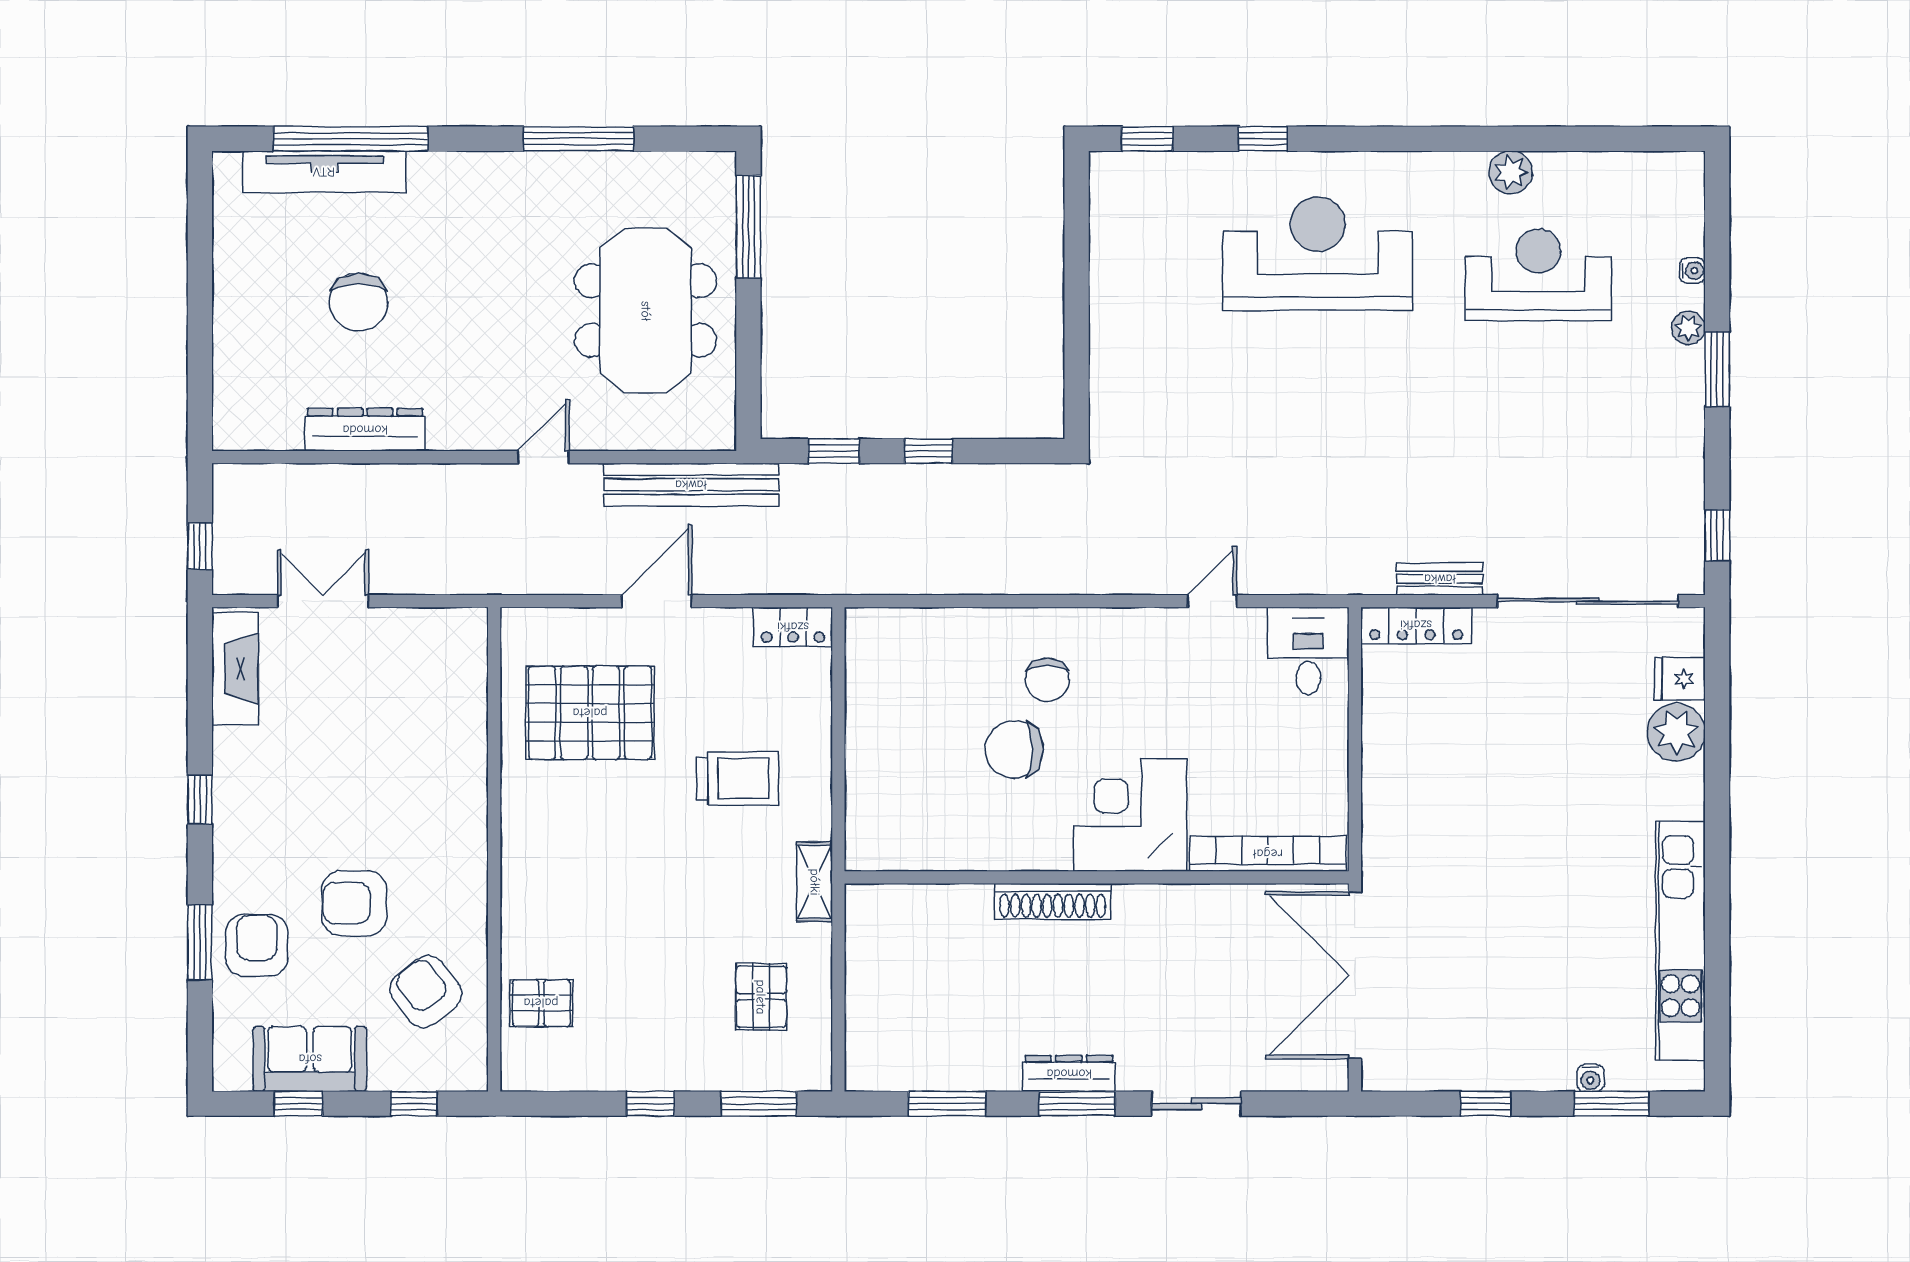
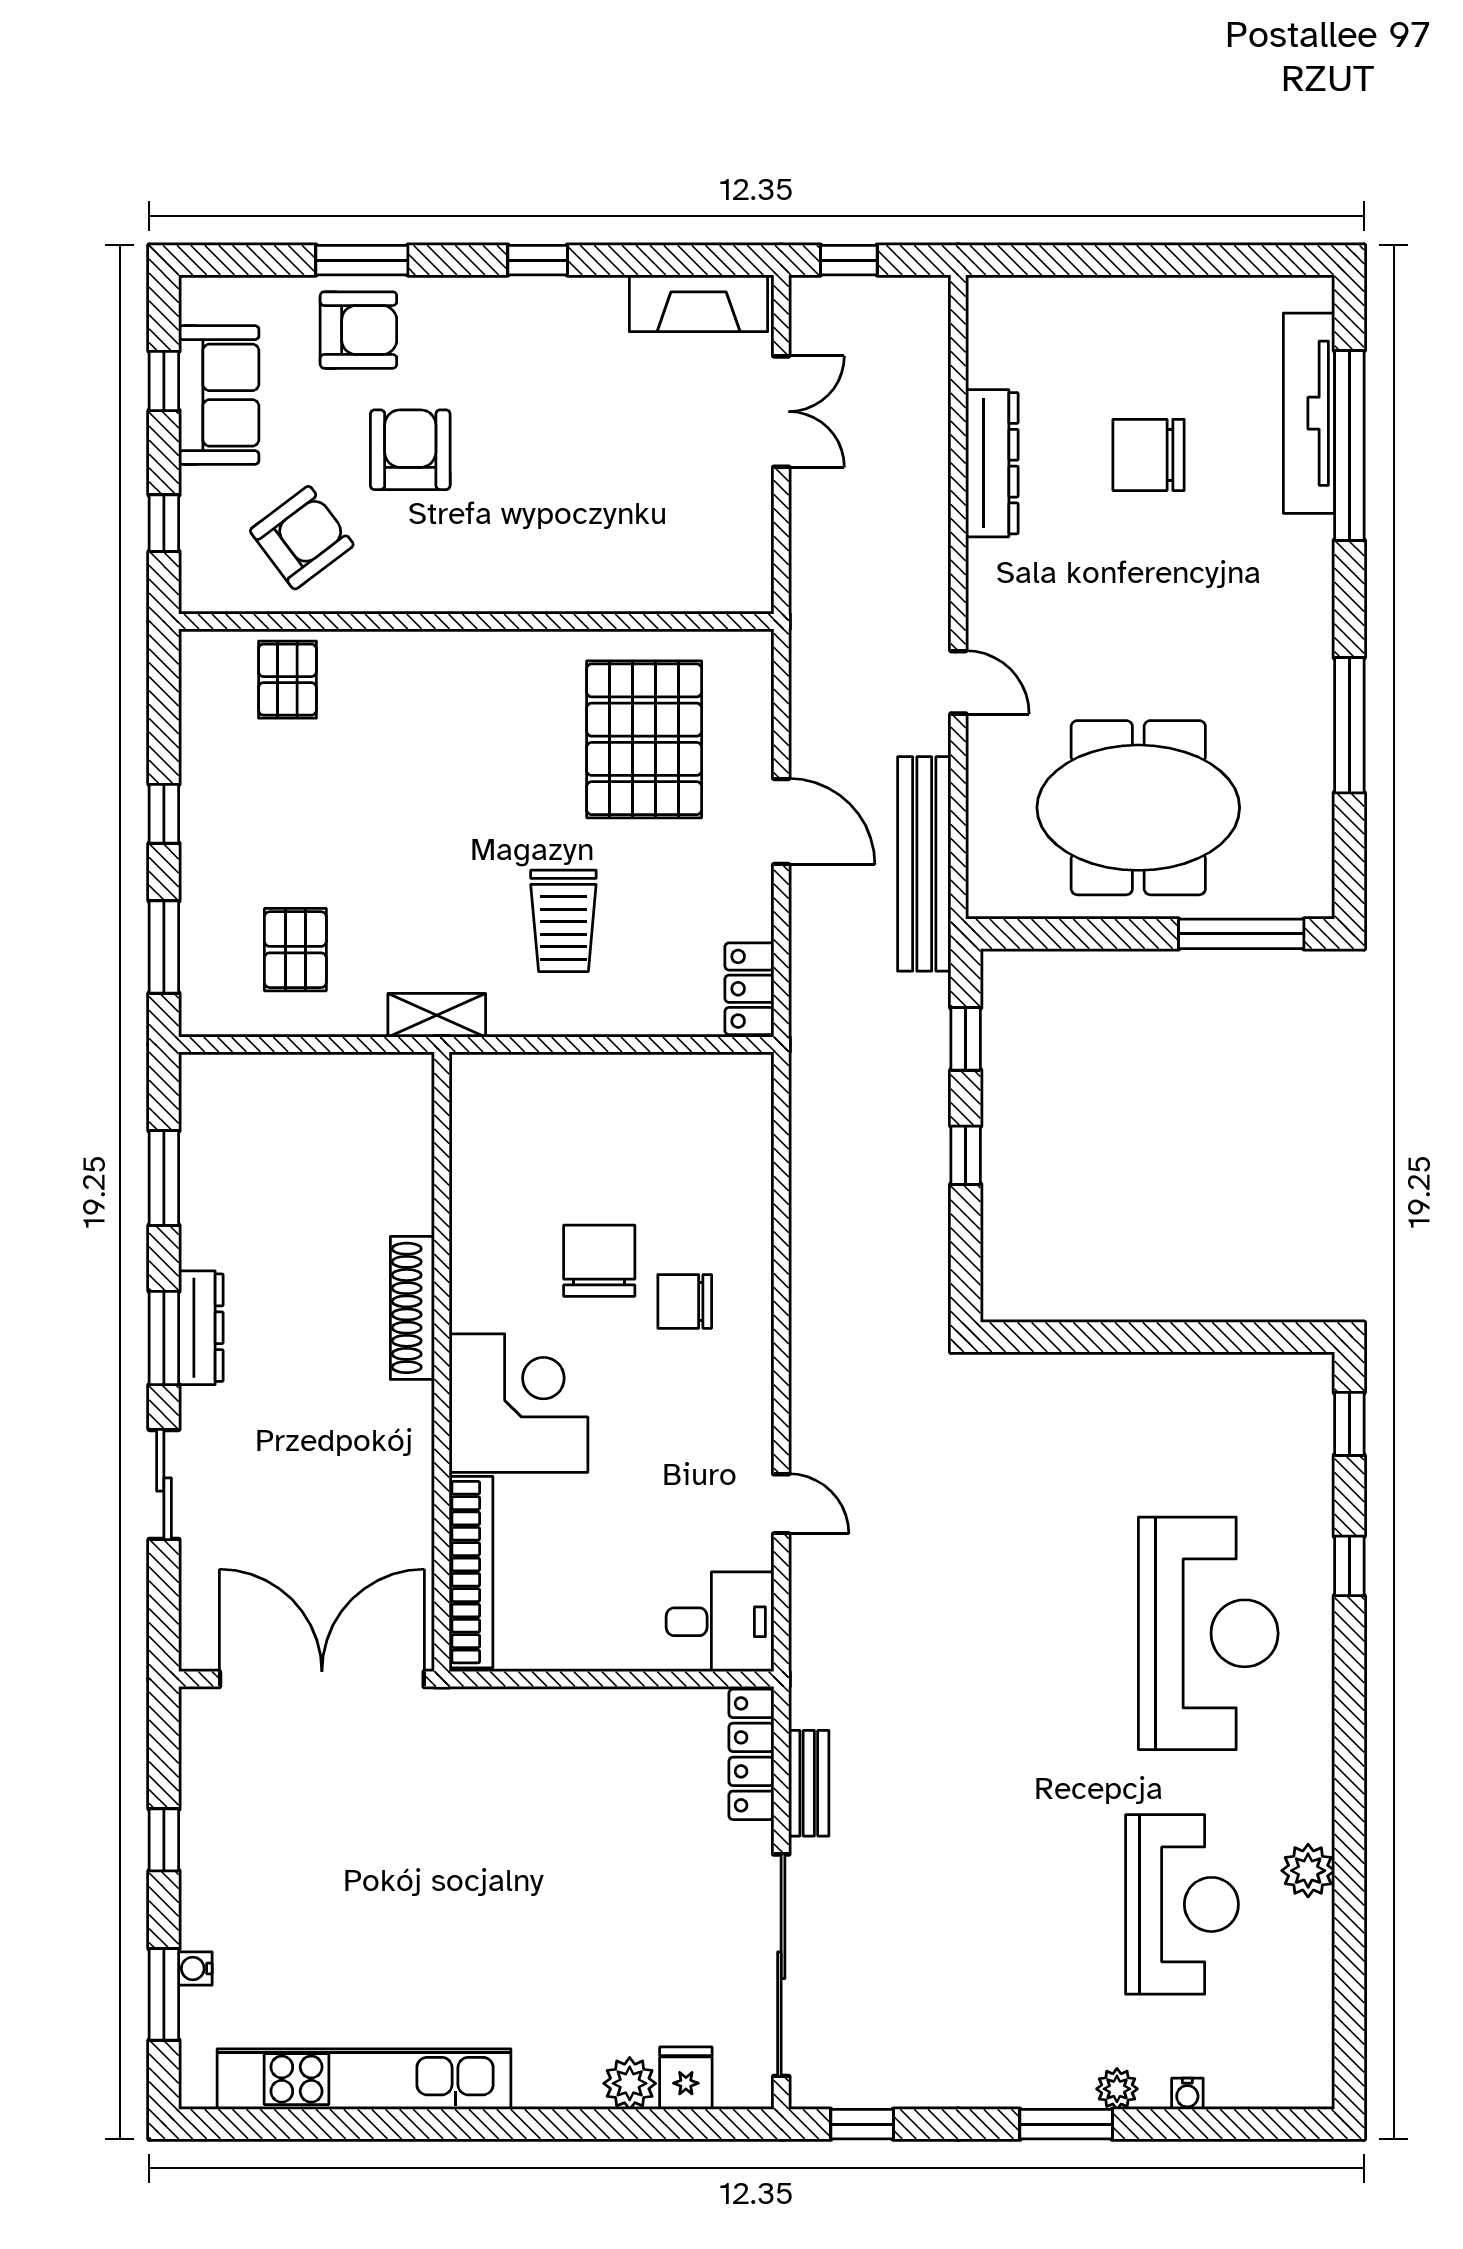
plant: (1676, 732) -> (630, 2083), width x0.73, depth x0.73
pallet: (761, 997) -> (295, 950), turned 90

